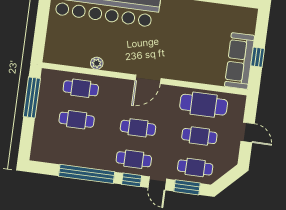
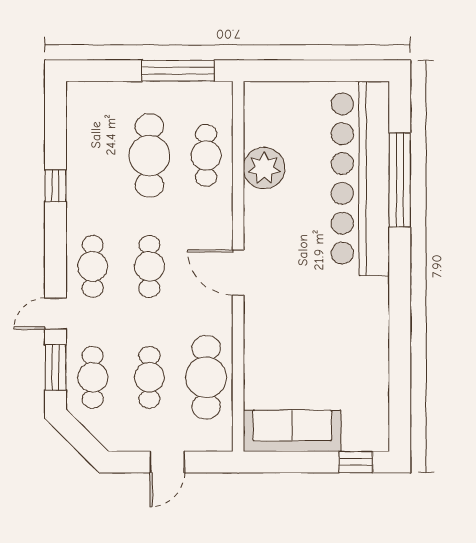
window: (258, 57) -> (356, 462), moved
plant: (97, 63) -> (264, 168), width x1.88, depth x1.88
cafe table: (77, 120) -> (149, 156), width x1.37, depth x1.35
window: (87, 174) -> (55, 186), width x0.32
window: (132, 180) -> (55, 268), removed

